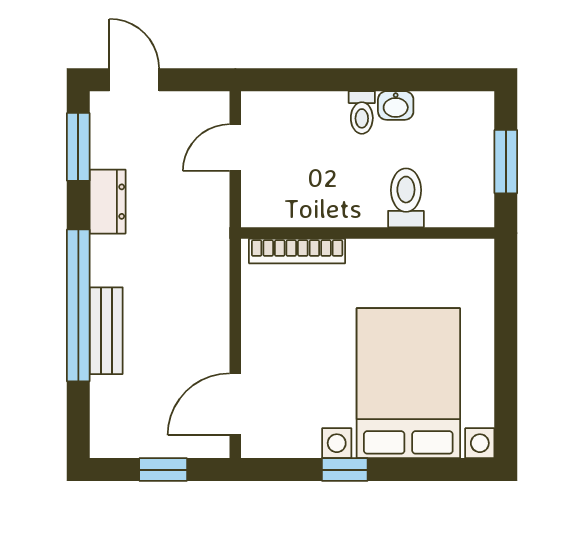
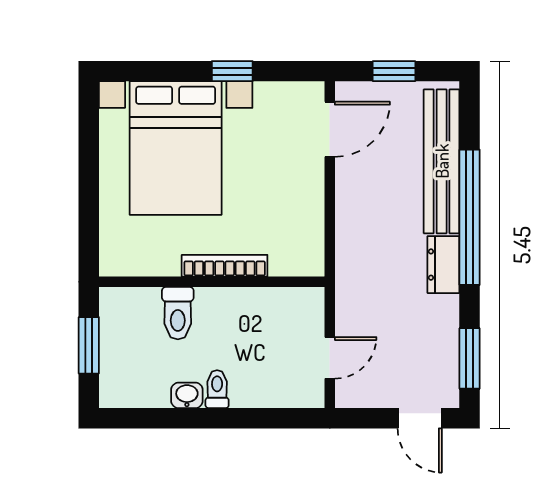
dresser: (108, 202) -> (443, 265), moved
bookcase: (297, 251) -> (225, 266), moved
bench: (106, 331) -> (442, 161), width x1.86, depth x1.21

